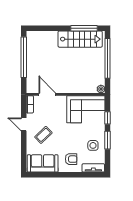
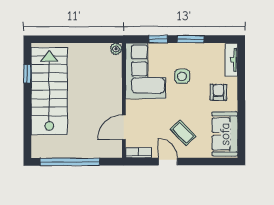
window: (84, 28) -> (27, 74), width x0.46
stairs: (80, 39) -> (49, 91), width x1.36, depth x1.51
window: (108, 58) -> (71, 39), removed
door: (24, 124) -> (168, 162), swing flipped
side table: (93, 145) -> (182, 76), moved

